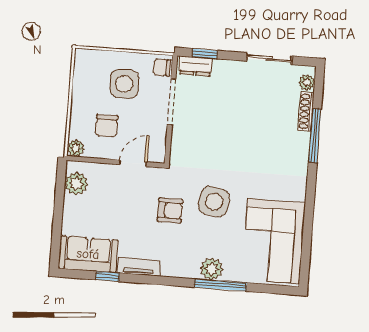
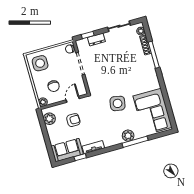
dresser: (195, 66) -> (96, 39), moved
side table: (124, 84) -> (40, 63), moved
armchair: (170, 211) -> (73, 120), moved

